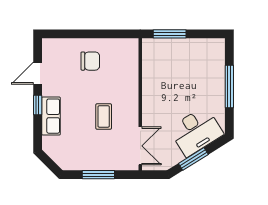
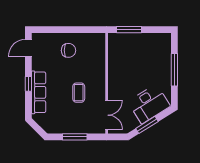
door: (38, 73) -> (28, 48), moved
row of seats: (51, 116) -> (39, 92), width x1.48

